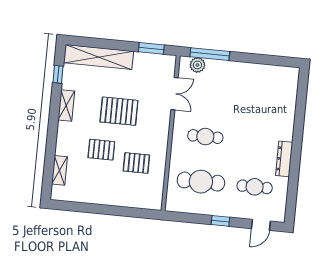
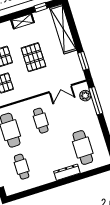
cafe table: (263, 97) -> (83, 148), added
dresser: (284, 159) -> (67, 172), moved

